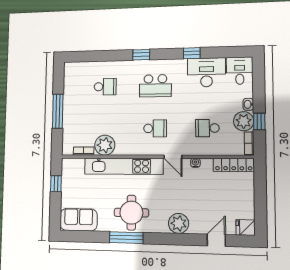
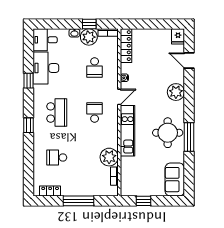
locker: (69, 80) -> (50, 191), added
school desk: (105, 87) -> (57, 157), turned -90
kitchen unit: (123, 166) -> (128, 131), width x0.73

